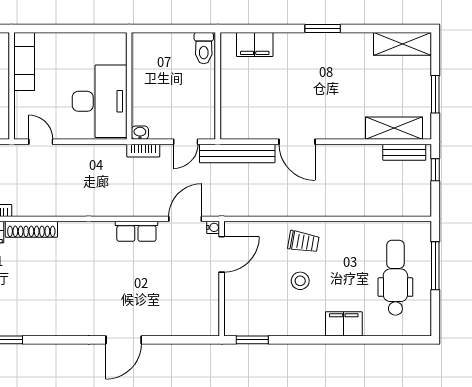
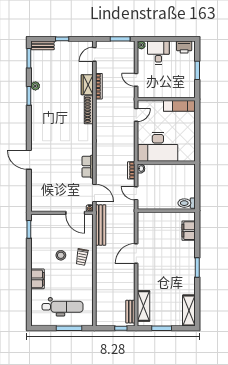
bench: (237, 153) -> (101, 225), moved

